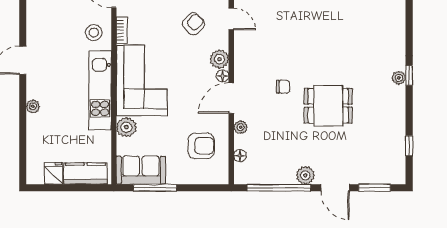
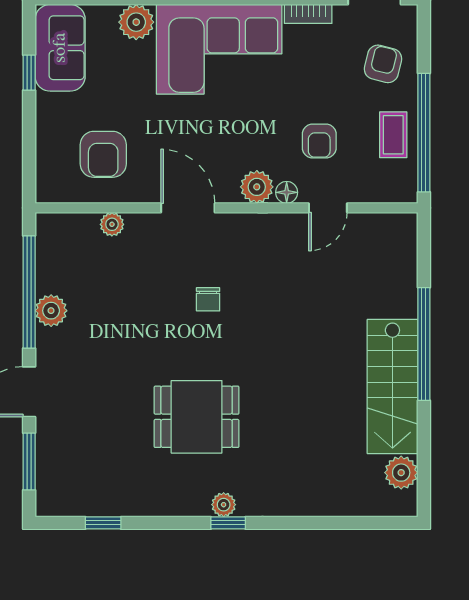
armchair: (193, 24) -> (319, 141), turned 46
floor lamp: (223, 76) -> (287, 192), moved
dining table: (328, 106) -> (197, 417), moved, turned 90
plant: (241, 127) -> (112, 224), moved
floor lamp: (240, 156) -> (86, 223), removed
plant: (305, 175) -> (51, 311), moved
window: (155, 188) -> (29, 73), width x0.46

